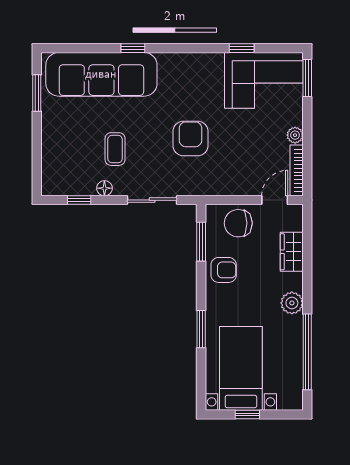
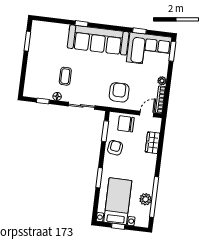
sofa: (101, 74) -> (98, 40), moved
armchair: (190, 139) -> (119, 92), moved
armchair: (224, 270) -> (115, 148), turned -82
plant: (292, 303) -> (146, 199), moved

